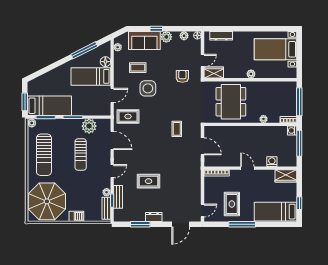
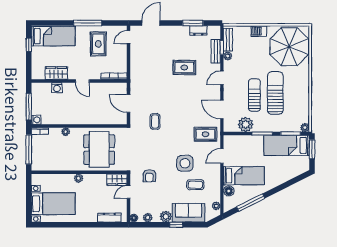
sun lounger: (44, 155) -> (275, 93), moved
wardrobe: (286, 176) -> (56, 73), moved
dresser: (154, 217) -> (198, 30), moved

